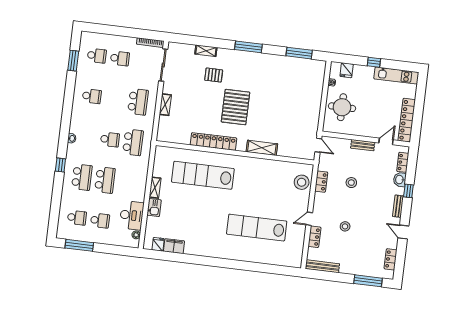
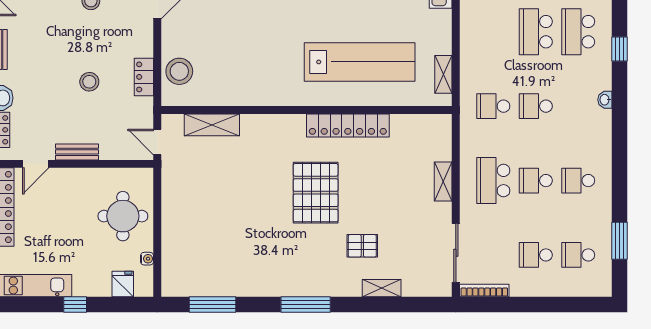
school desk: (115, 99) -> (536, 181), added
school desk: (133, 142) -> (493, 106), width x0.54
shelving: (262, 148) -> (212, 125), moved
shelving: (155, 188) -> (443, 74), moved

